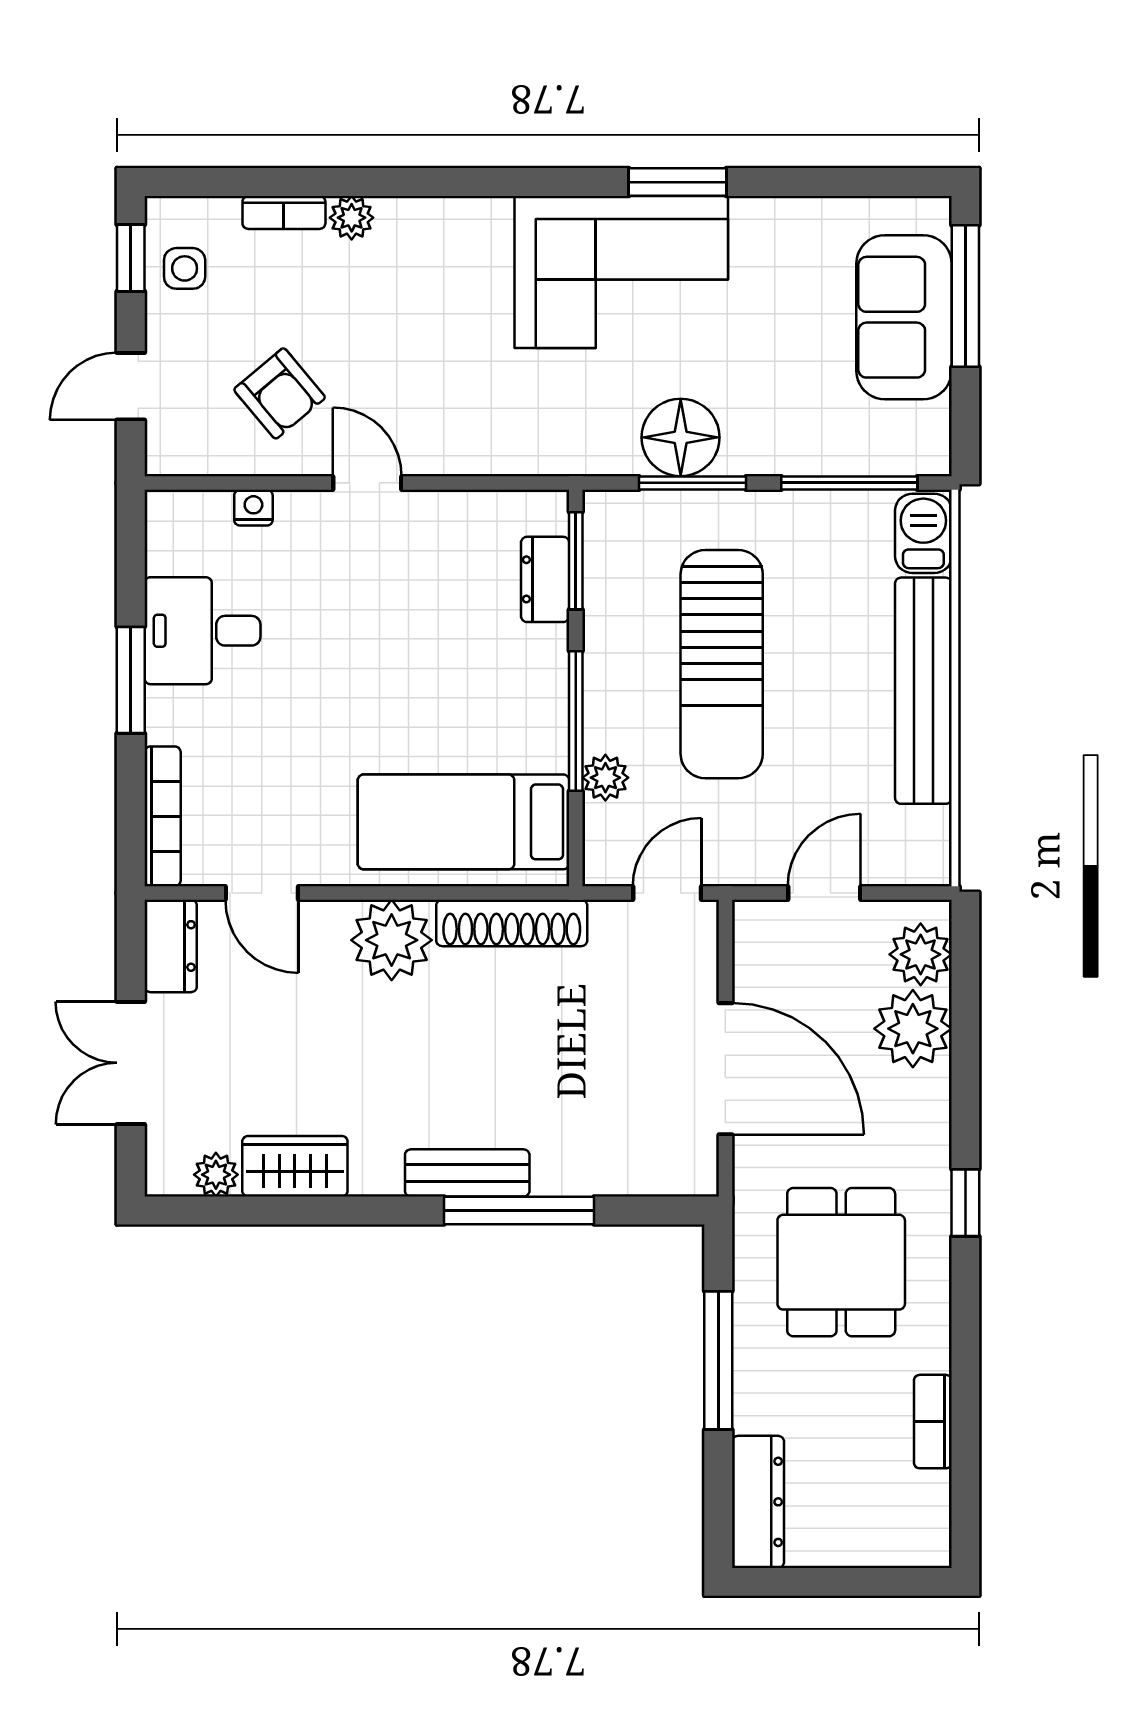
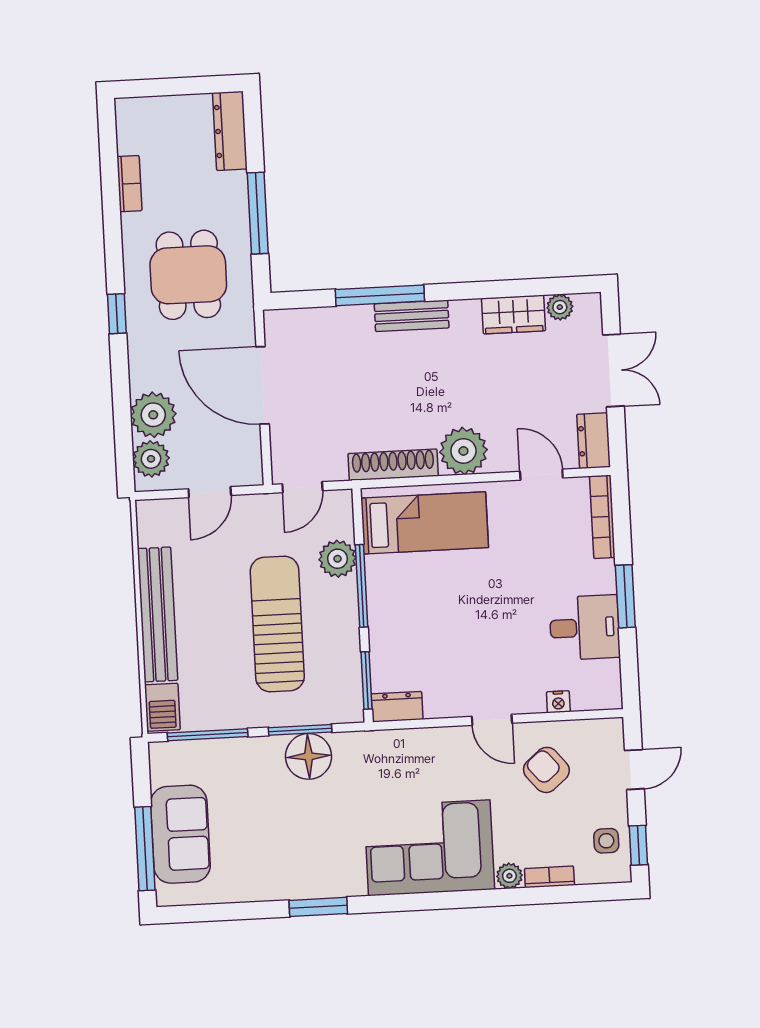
corner sofa: (621, 272) -> (429, 848), moved
dresser: (545, 579) -> (397, 707), moved, turned -90
plant: (605, 778) -> (337, 559), width x1.38, depth x1.38

